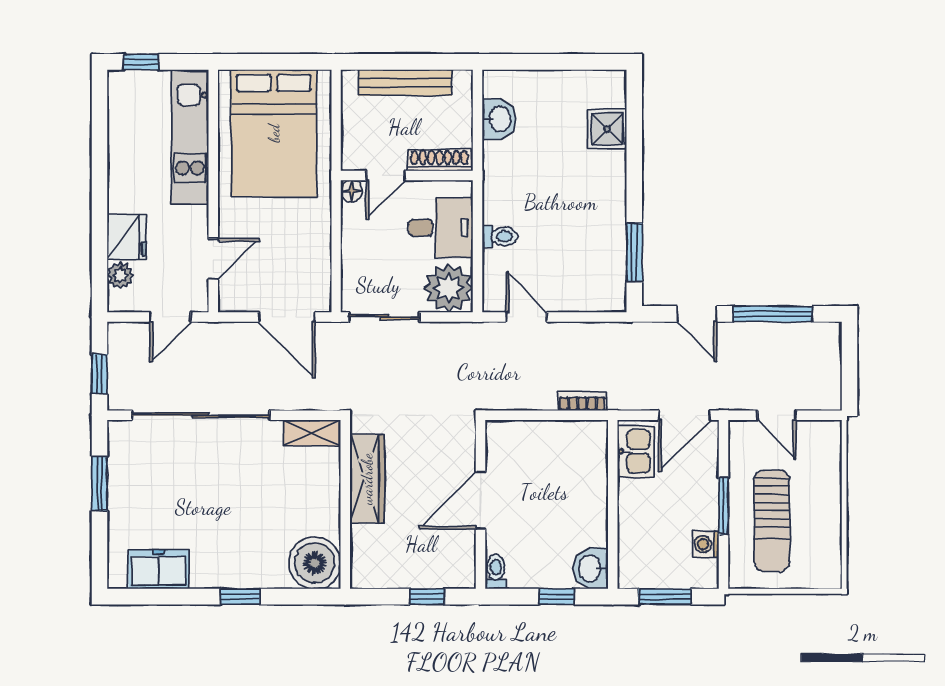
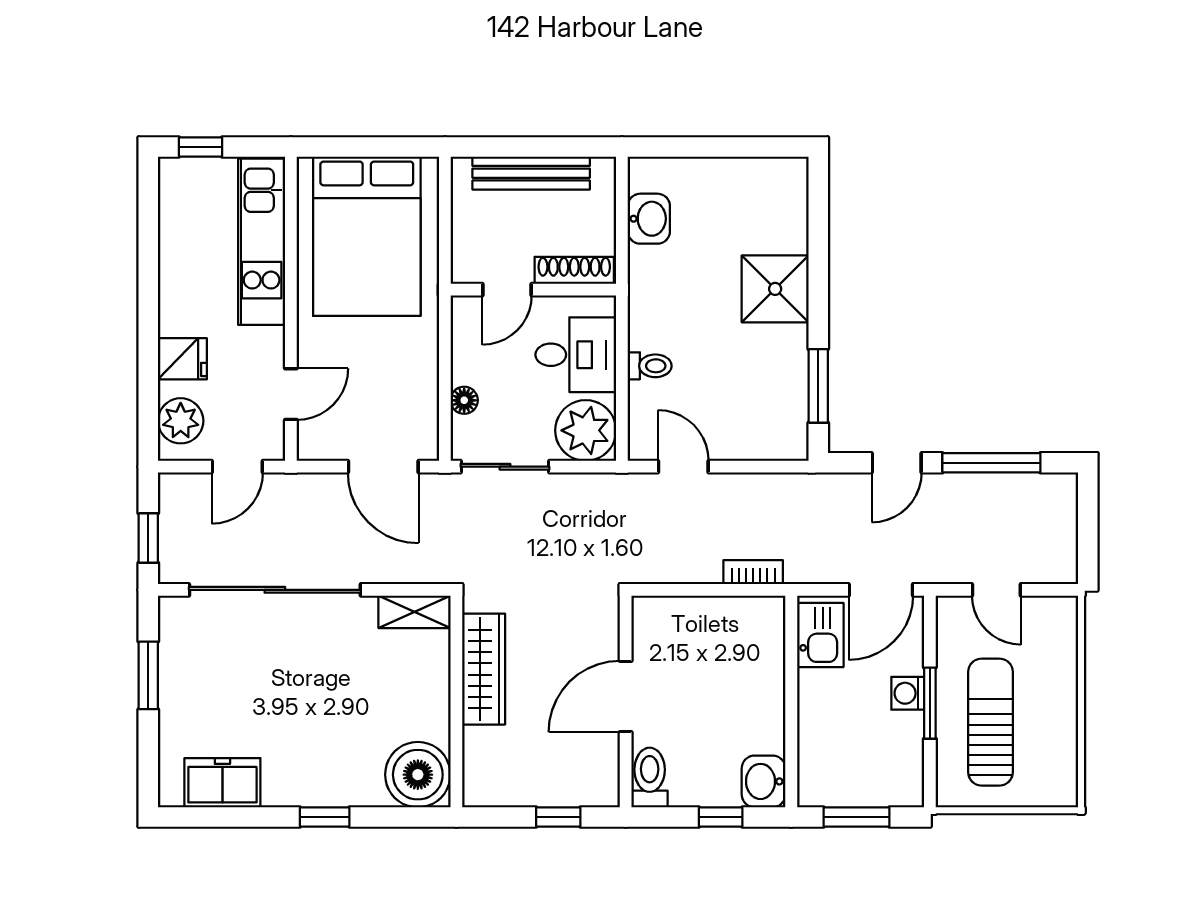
shower: (607, 129) -> (775, 289), moved, width x1.36, depth x1.36
floor lamp: (352, 191) -> (464, 400), moved
fridge: (127, 237) -> (182, 359), width x0.72
plant: (120, 275) -> (181, 421), width x1.38, depth x1.38
door: (697, 314) -> (897, 463), hinge flipped
sun lounger: (772, 521) -> (991, 722), turned 180
washing machine: (706, 544) -> (908, 693), moved
toilet: (496, 572) -> (650, 778), width x1.37, depth x1.39

